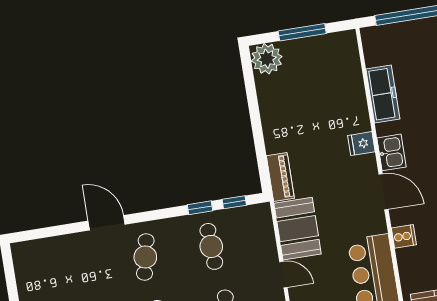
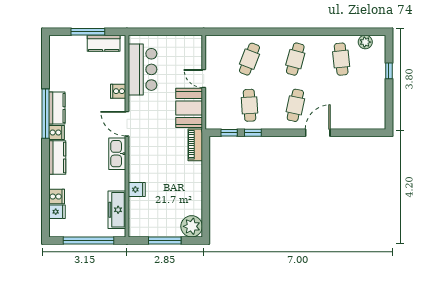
freezer: (383, 94) -> (117, 210), moved
fridge: (361, 144) -> (137, 190), moved
kitchen sink: (392, 152) -> (117, 154), width x1.38
door: (107, 223) -> (318, 133), swing flipped

